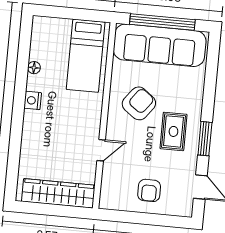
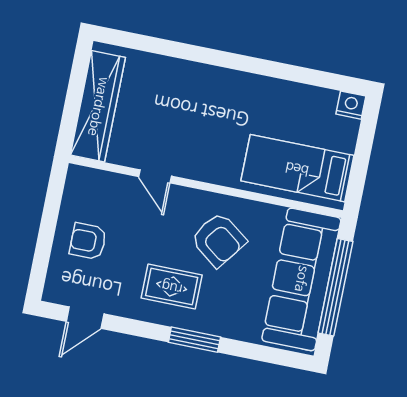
floor lamp: (34, 68) -> (288, 90), removed
nightstand: (33, 100) -> (351, 105), moved
window: (205, 139) -> (194, 340), moved

